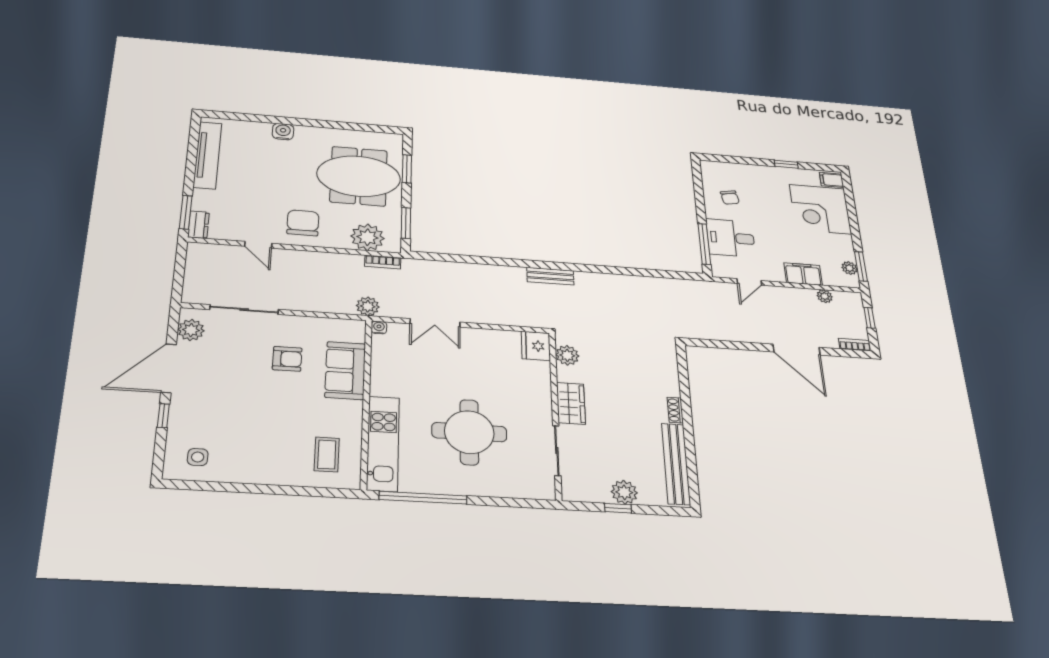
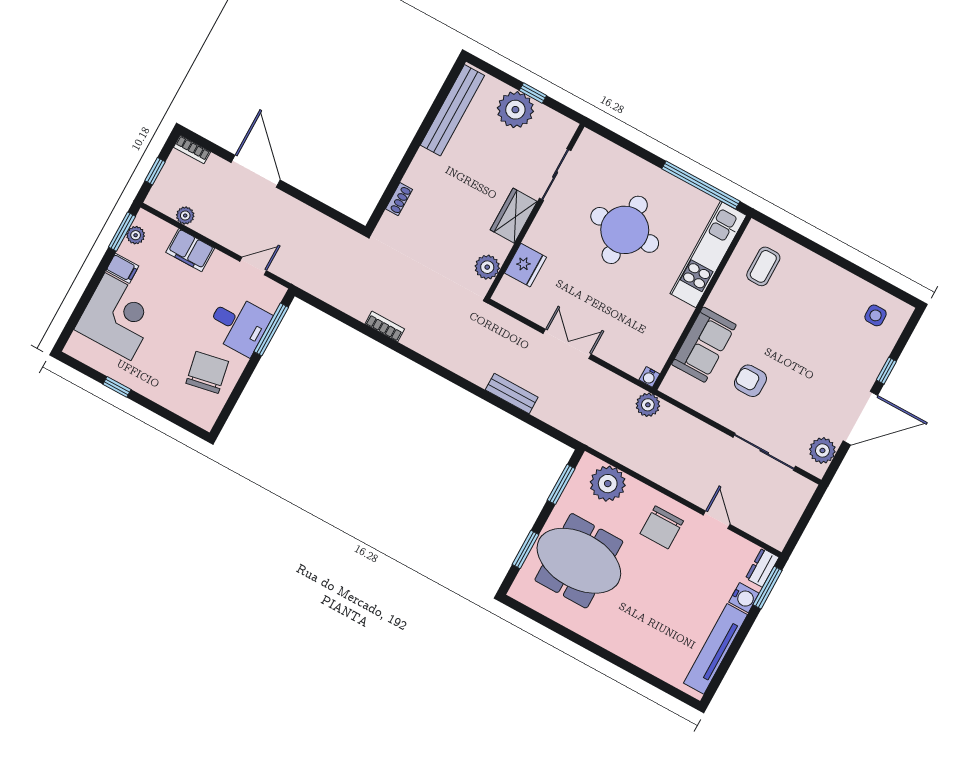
water cooler: (283, 132) -> (744, 598), moved, turned -90
filing cabinet: (832, 180) -> (122, 268), moved
chair: (730, 198) -> (207, 372), width x1.87, depth x1.87
bookcase: (383, 262) -> (385, 326), moved
bench: (550, 276) -> (512, 394), moved
double door: (435, 323) -> (567, 344), moved
fridge: (536, 346) -> (526, 265), moved
shoe rack: (675, 410) -> (399, 199), moved
plant: (624, 492) -> (515, 110), width x1.36, depth x1.36

